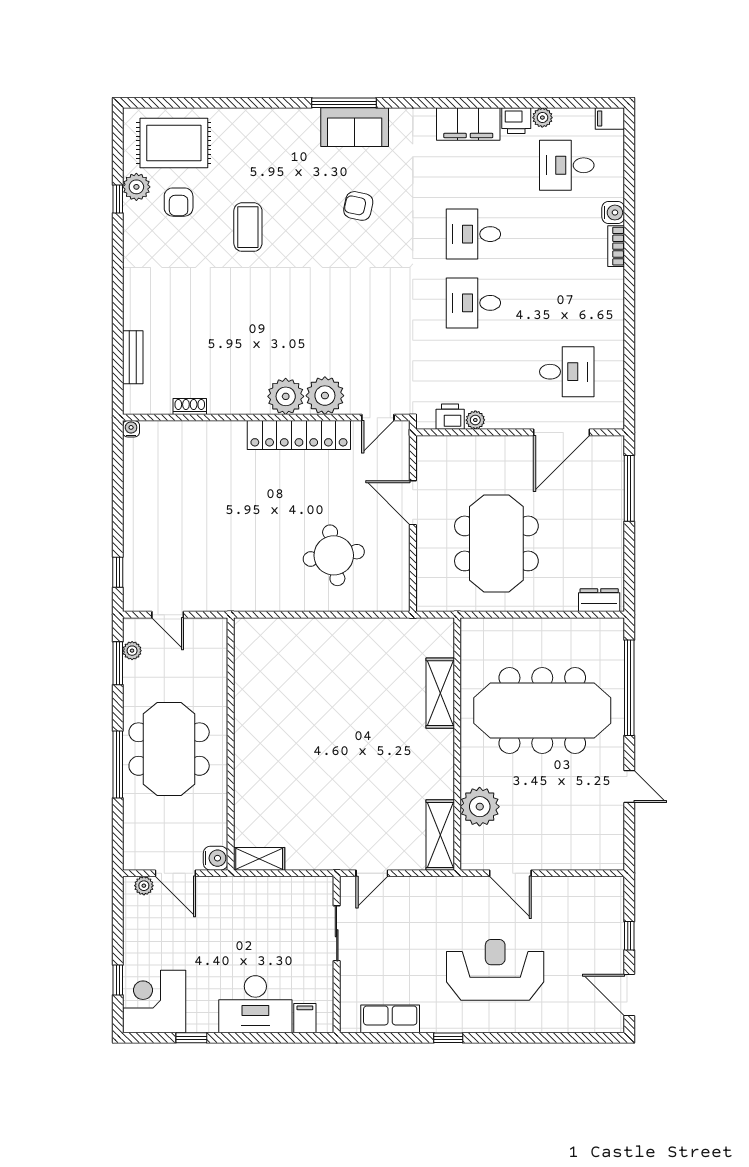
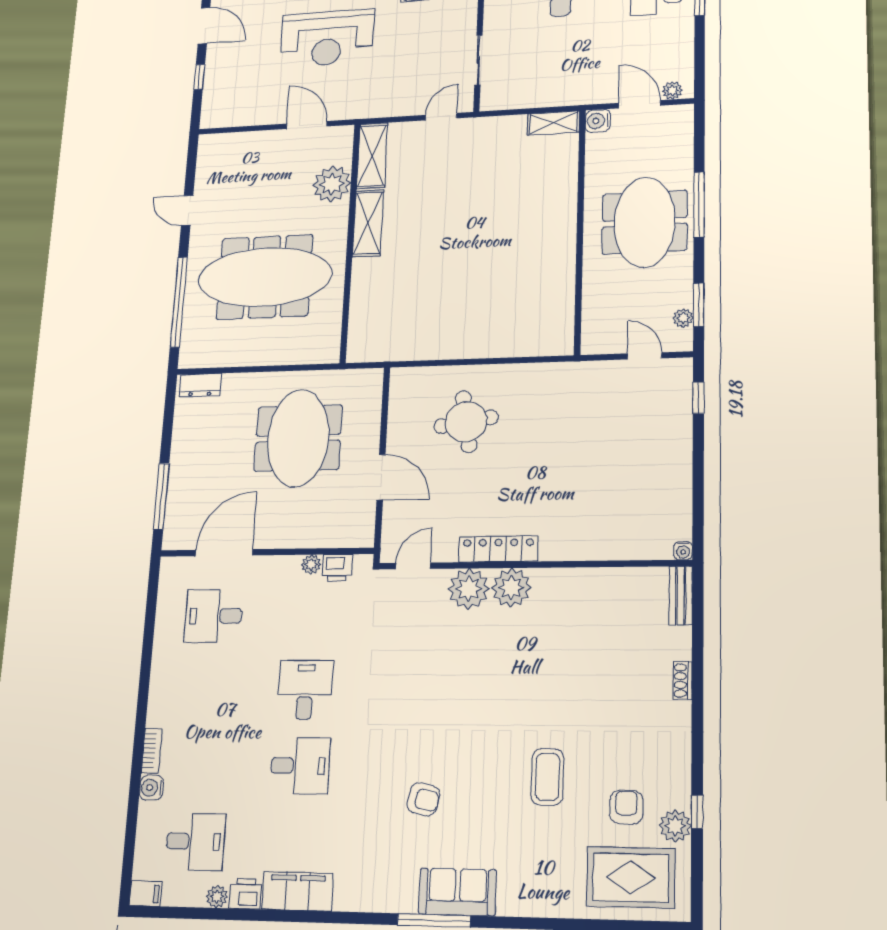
sofa: (355, 127) -> (458, 892), moved
desk: (473, 303) -> (305, 690), turned -90
bench: (133, 357) -> (681, 595), moved
shoe rack: (190, 406) -> (683, 680), moved, turned 90
locker: (299, 435) -> (498, 549), width x0.71, depth x0.83
shelving: (440, 693) -> (368, 223), moved

